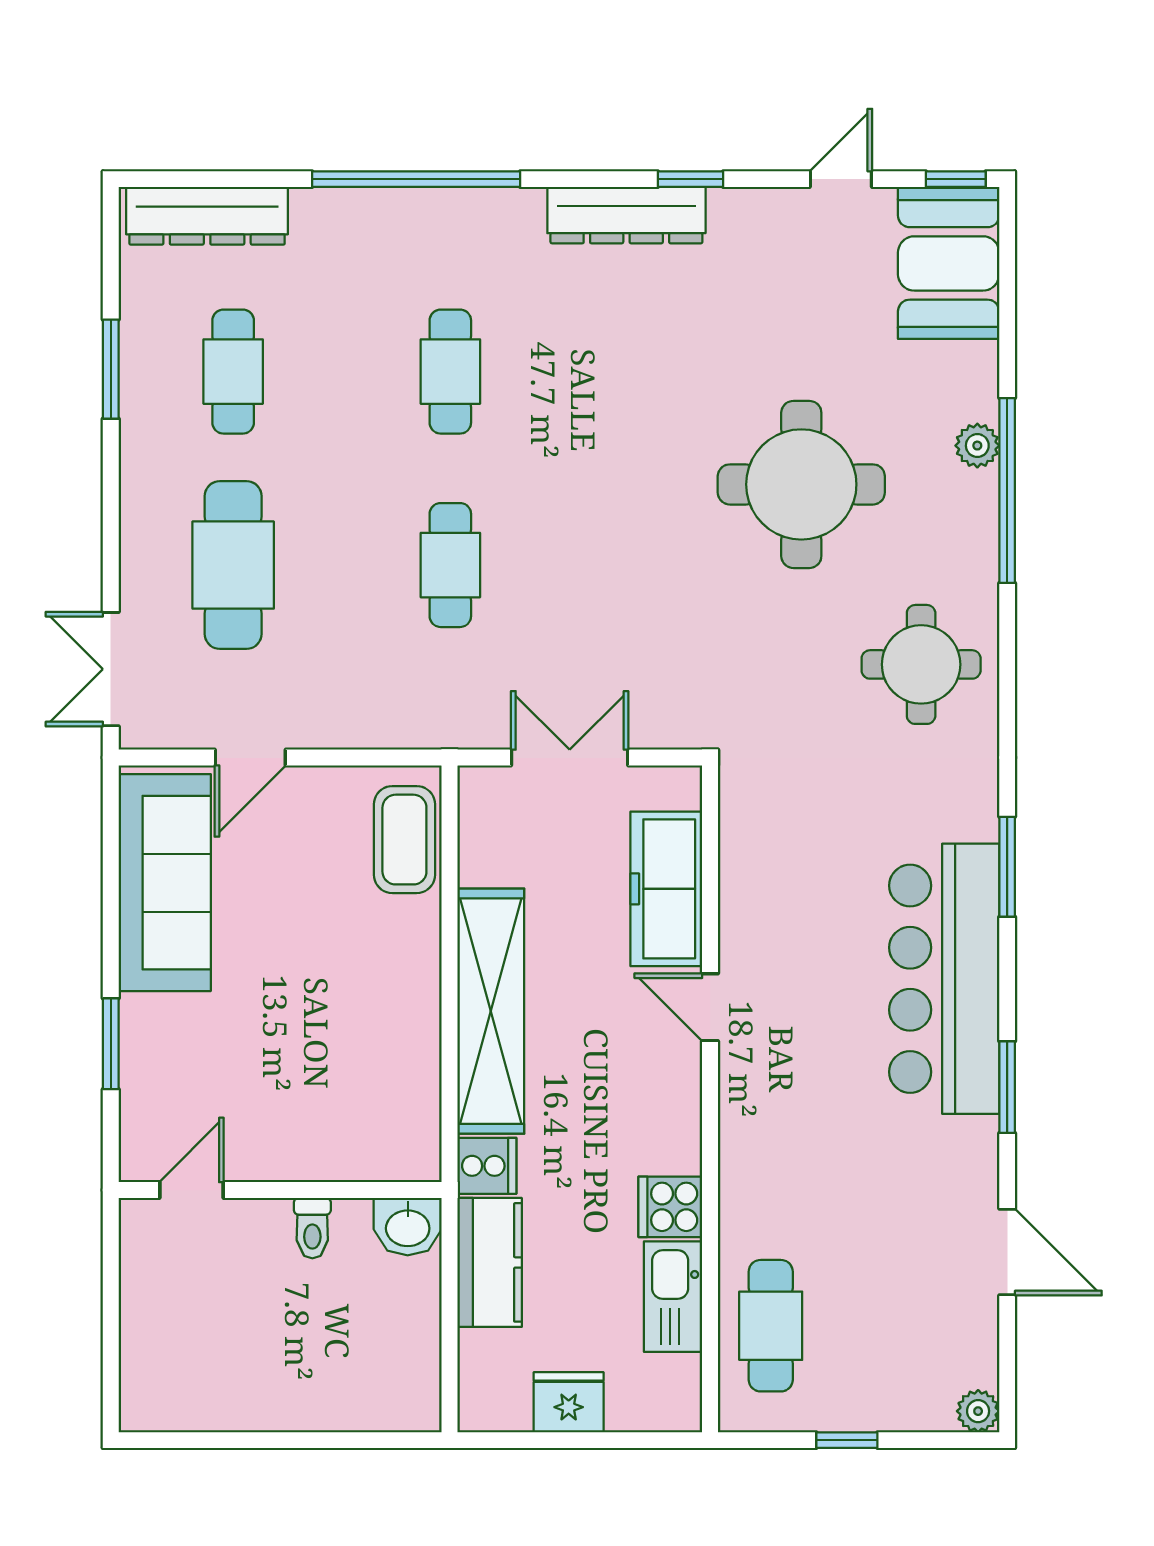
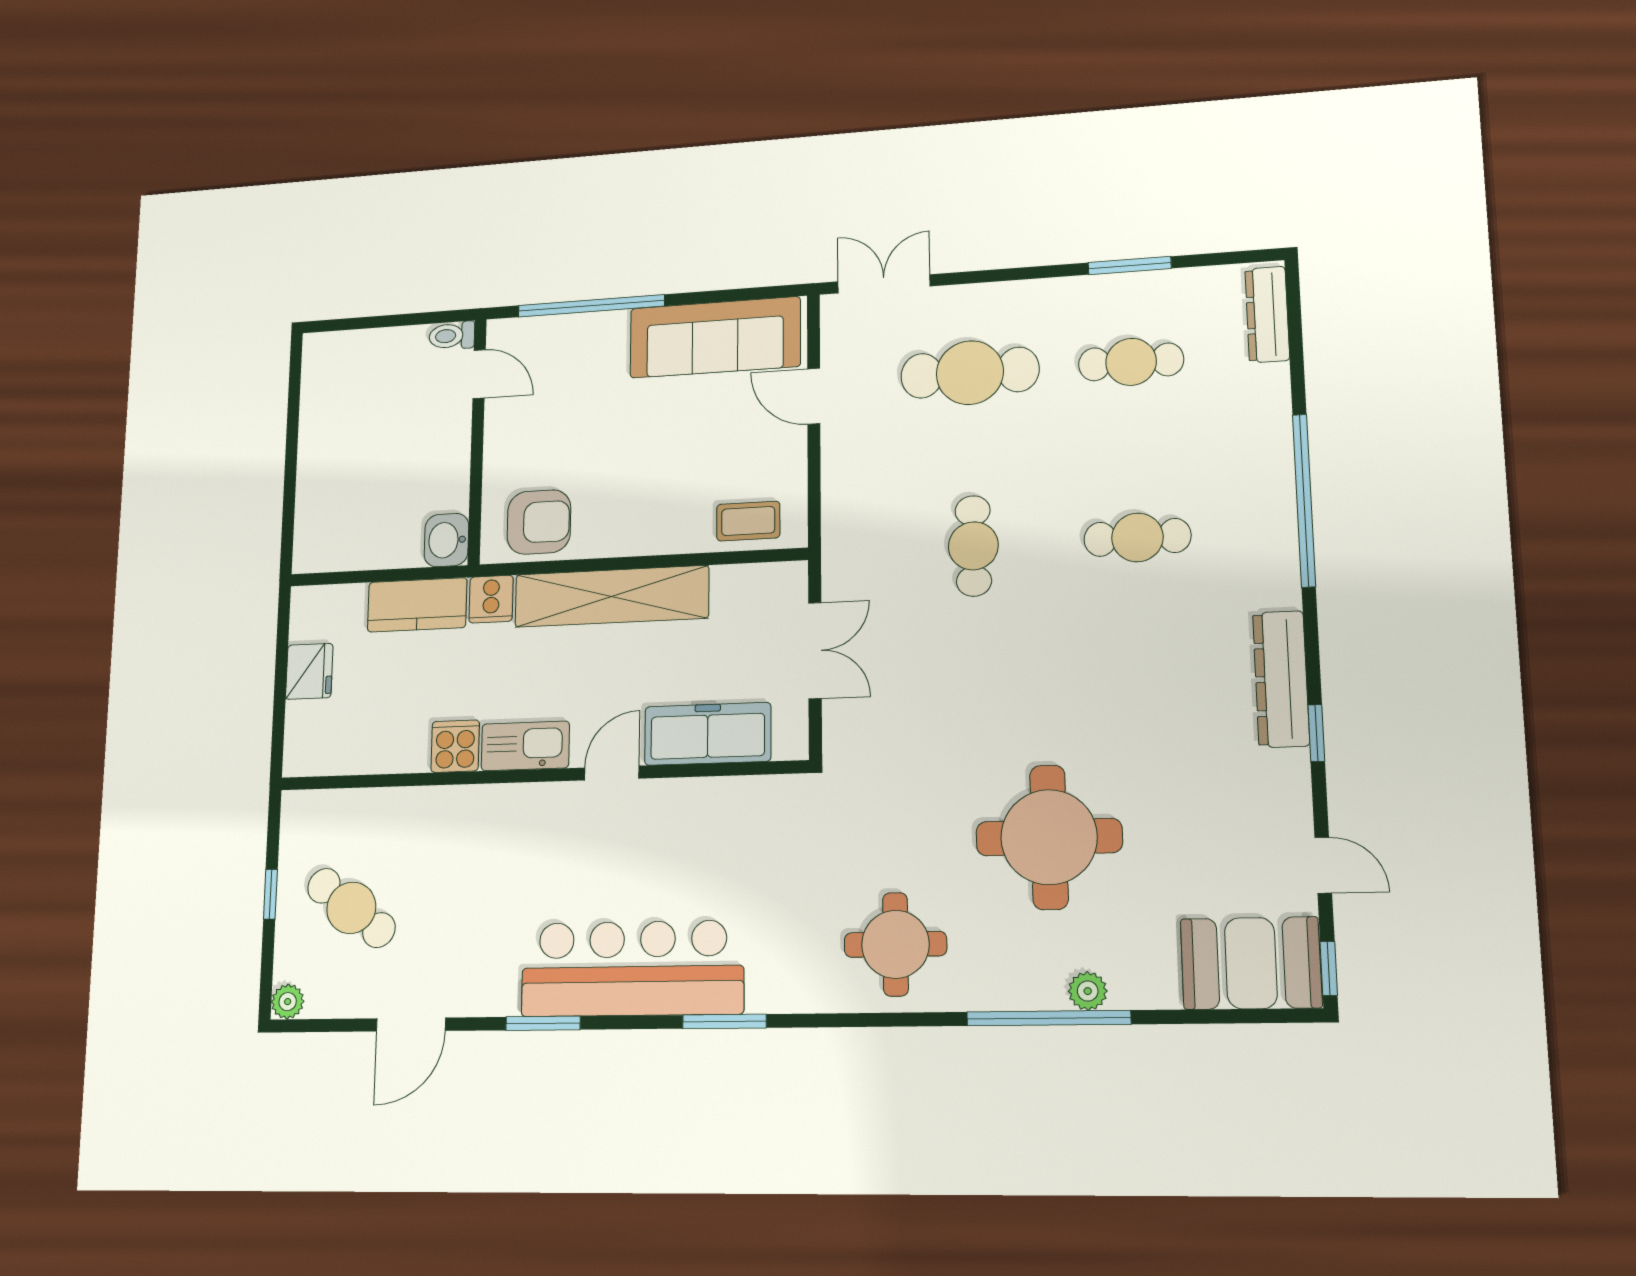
dresser: (207, 216) -> (1267, 314), width x0.73, depth x0.80
cafe table: (450, 565) -> (973, 546), turned 90
coffee table: (404, 840) -> (748, 521), width x0.73, depth x0.77
window: (111, 1044) -> (591, 306), width x2.11
armchair: (391, 1106) -> (539, 522), added
toilet: (312, 1228) -> (452, 336), moved
kitchen sink: (673, 1297) -> (525, 746), moved
cafe table: (771, 1326) -> (351, 908), moved, turned 37

